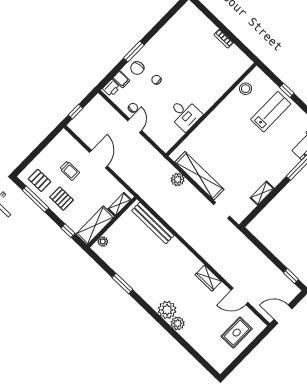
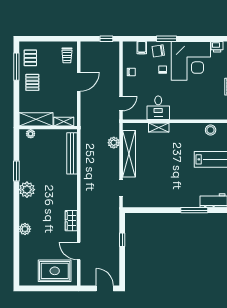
corner desk: (172, 49) -> (191, 61), added
printer: (111, 88) -> (217, 47), moved
window: (75, 112) -> (106, 39), moved
door: (135, 126) -> (121, 103), moved
trolley: (70, 171) -> (67, 55), moved
shelving: (262, 193) -> (159, 127), moved
window: (68, 231) -> (16, 106), removed
window: (291, 276) -> (122, 240), moved
plant: (167, 310) -> (27, 190), moved
door: (283, 314) -> (105, 288), moved
rug: (237, 333) -> (55, 271), width x1.36, depth x1.43

